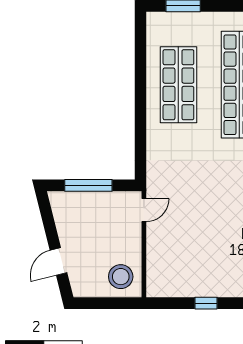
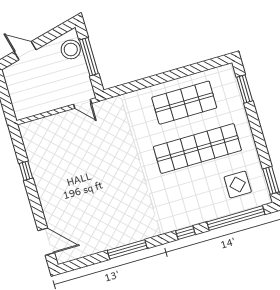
stool: (121, 277) -> (71, 49), moved

